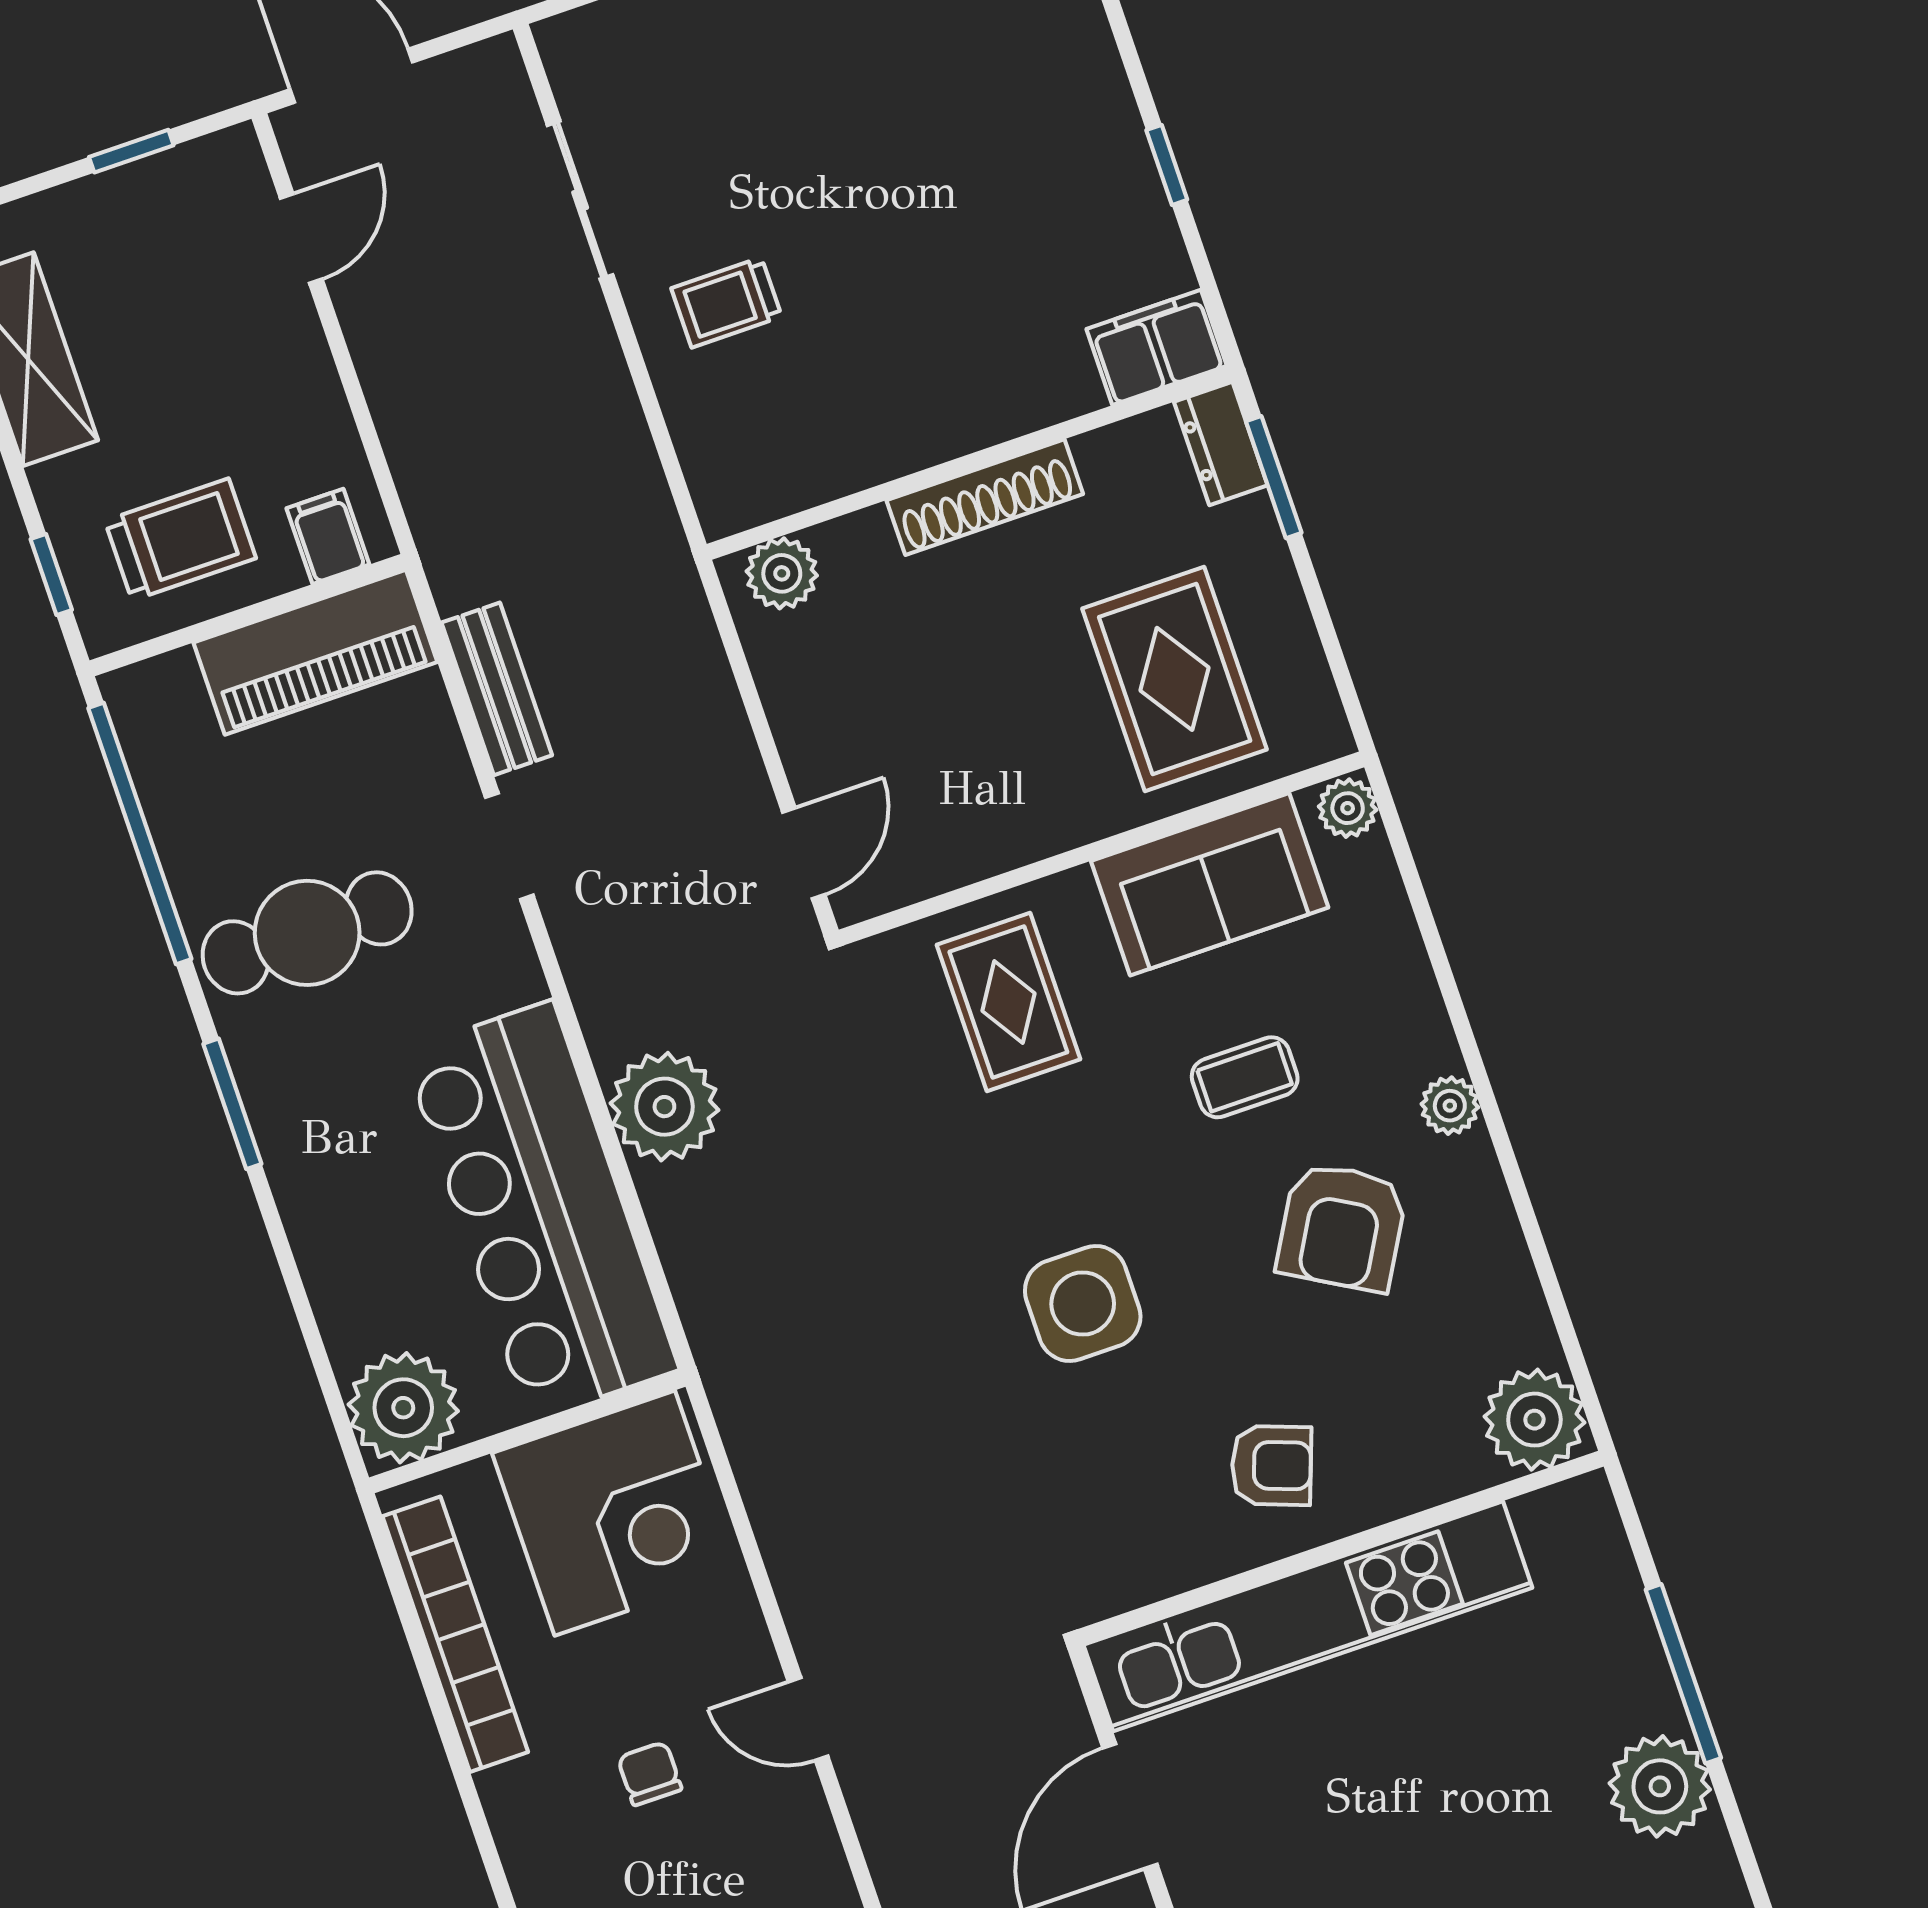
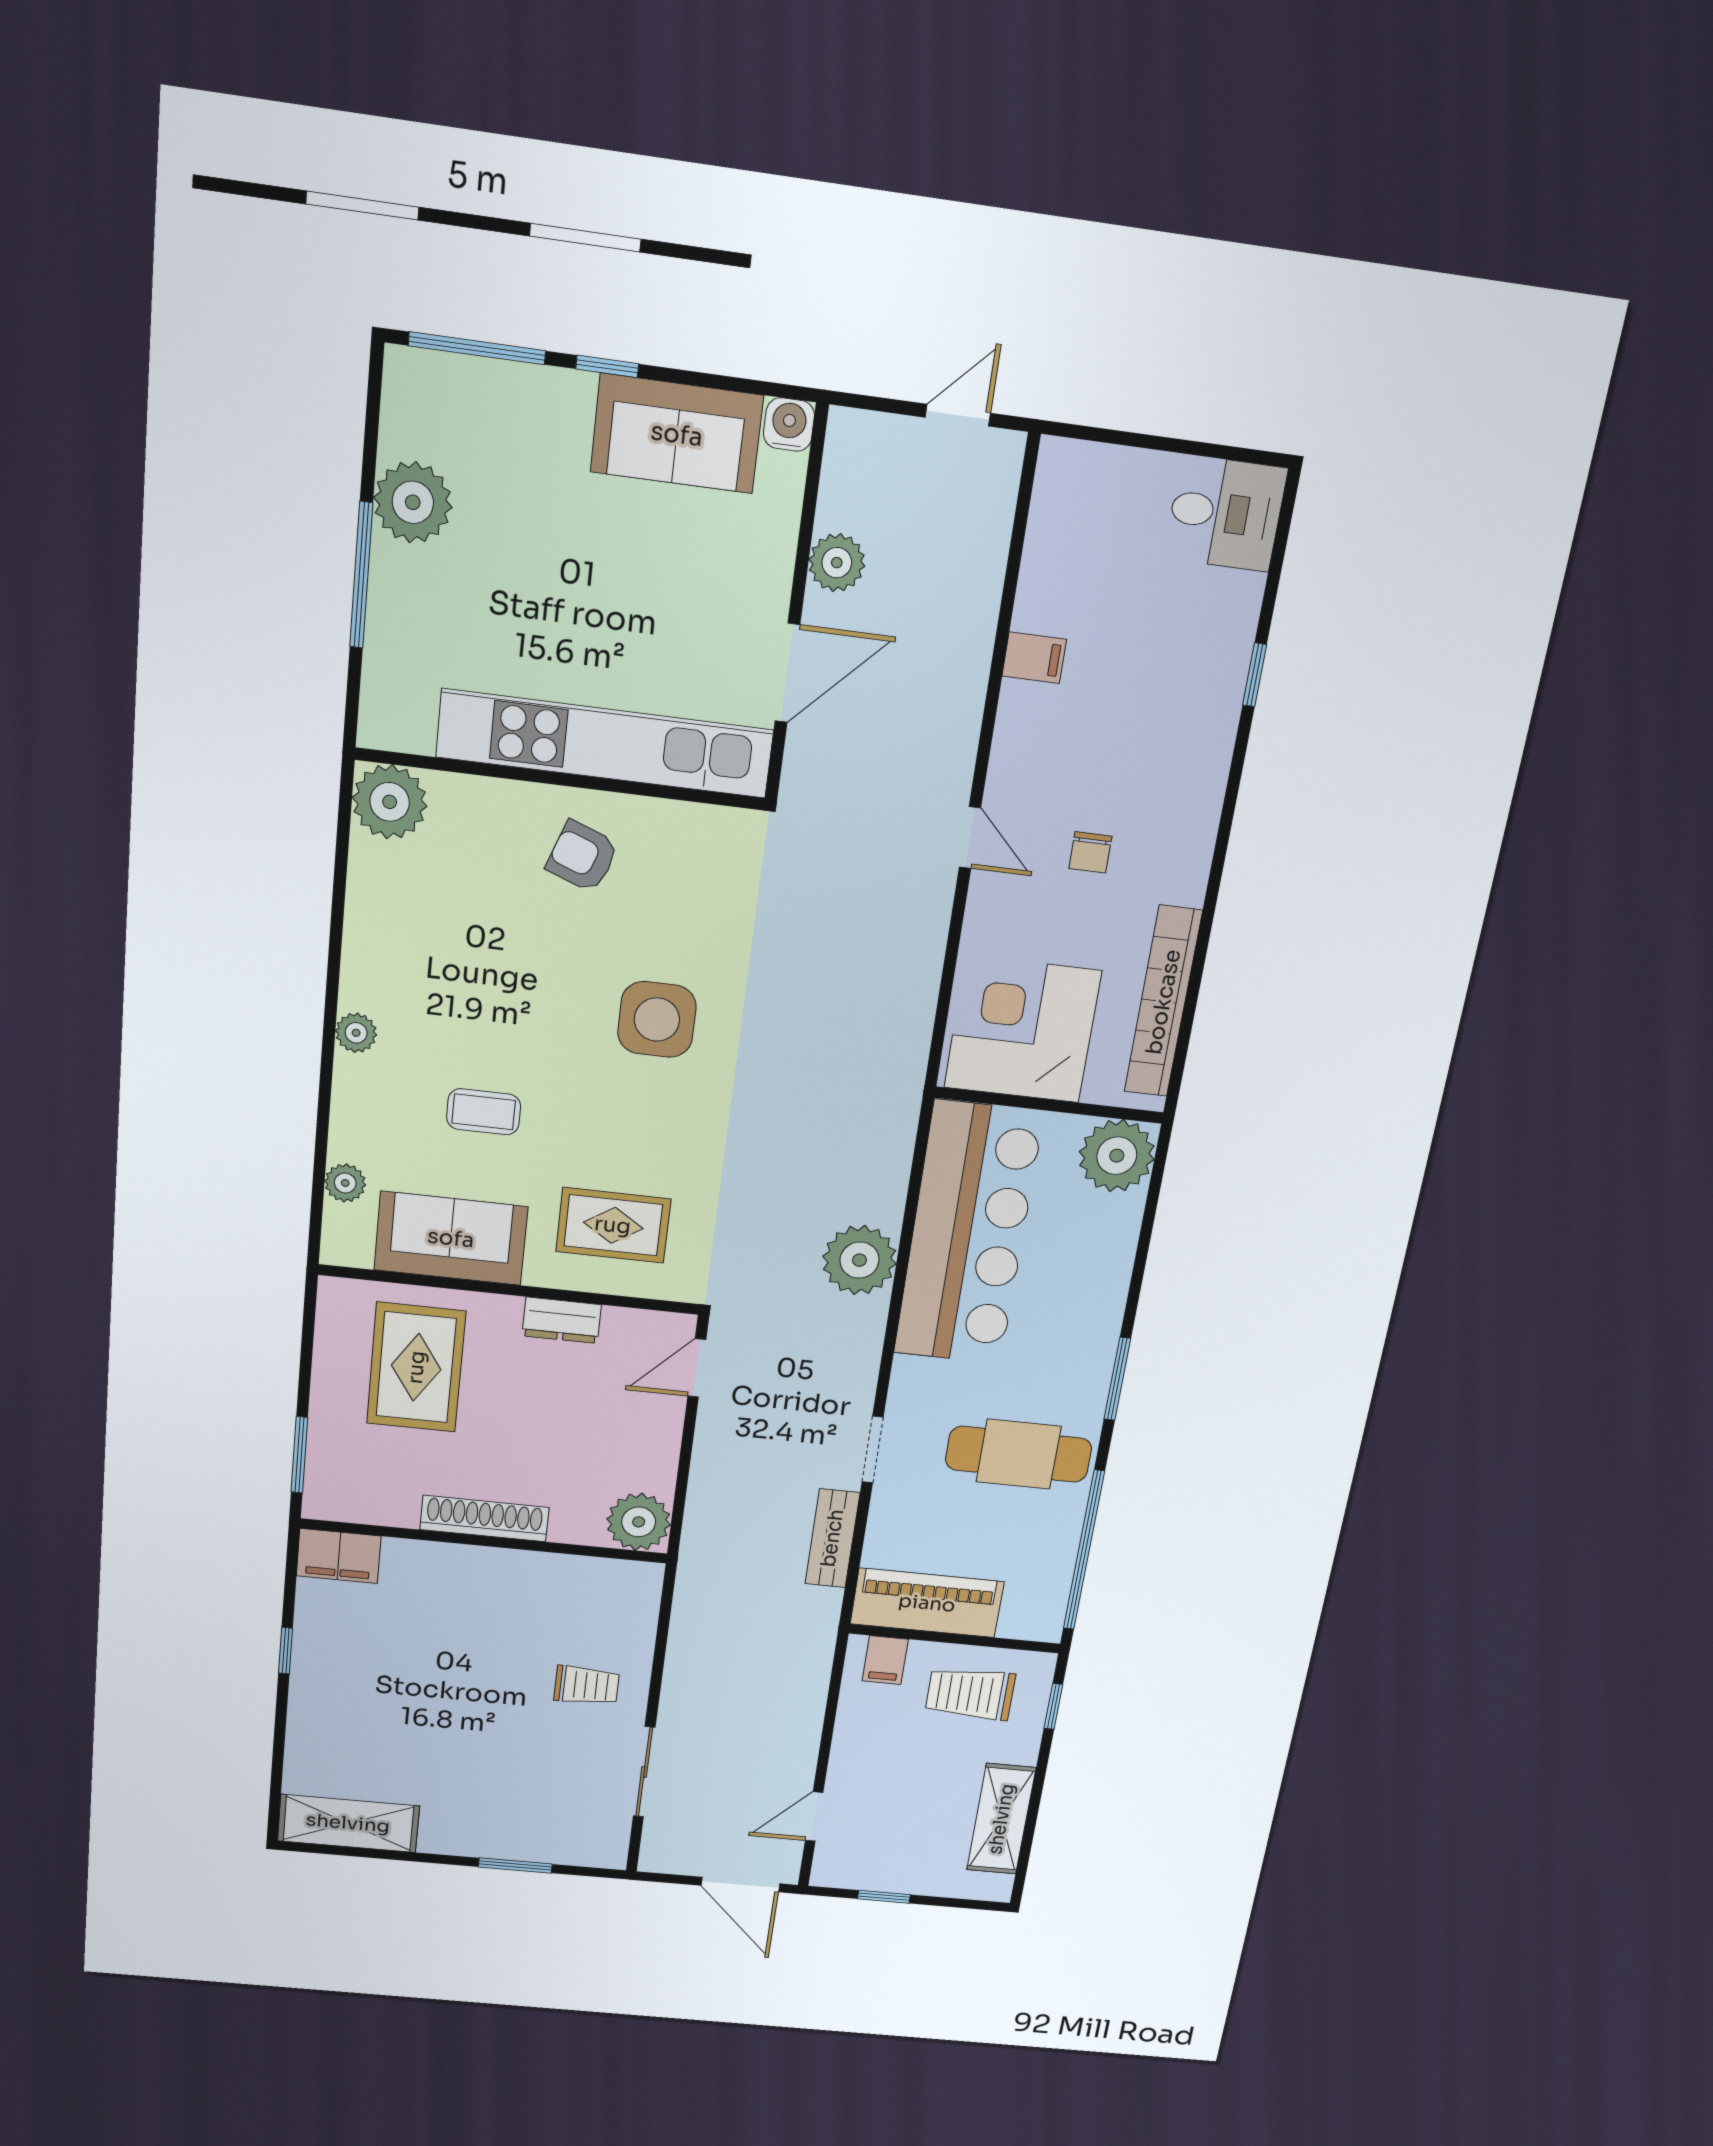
dresser: (1221, 443) -> (562, 1320), moved, turned 90
plant: (782, 573) -> (639, 1522), width x1.36, depth x1.36
plant: (1348, 808) -> (345, 1183), moved
rug: (1008, 1002) -> (613, 1225), turned 90
armchair: (1342, 1227) -> (463, 989), removed

